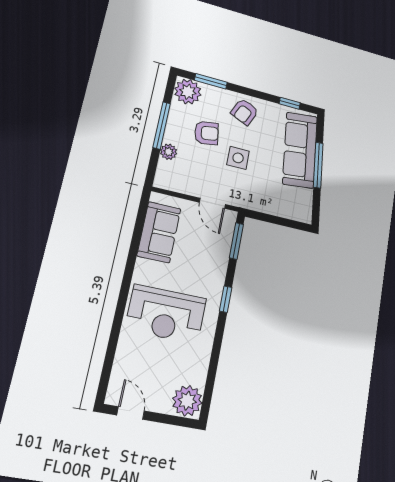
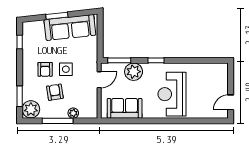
armchair: (245, 112) -> (45, 69), moved, turned 66
sofa: (300, 150) -> (70, 27), moved
window: (318, 165) -> (57, 16), width x0.69
reception desk: (166, 314) -> (172, 94), turned 180
plant: (187, 401) -> (134, 72), moved

